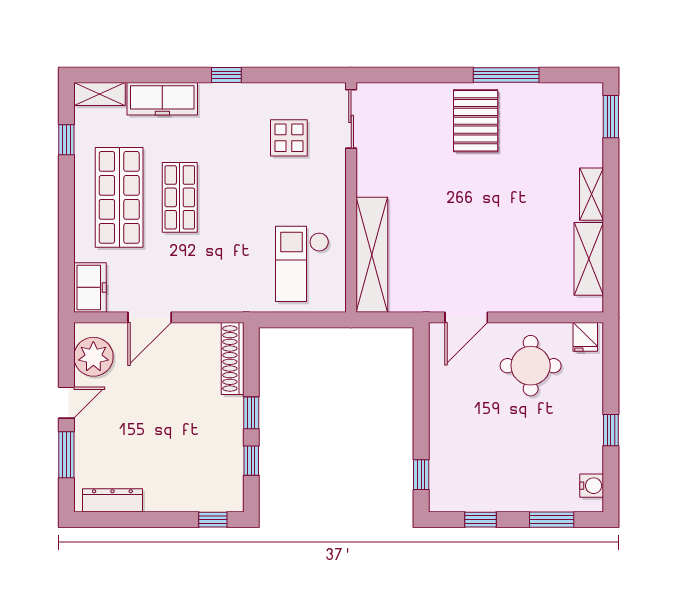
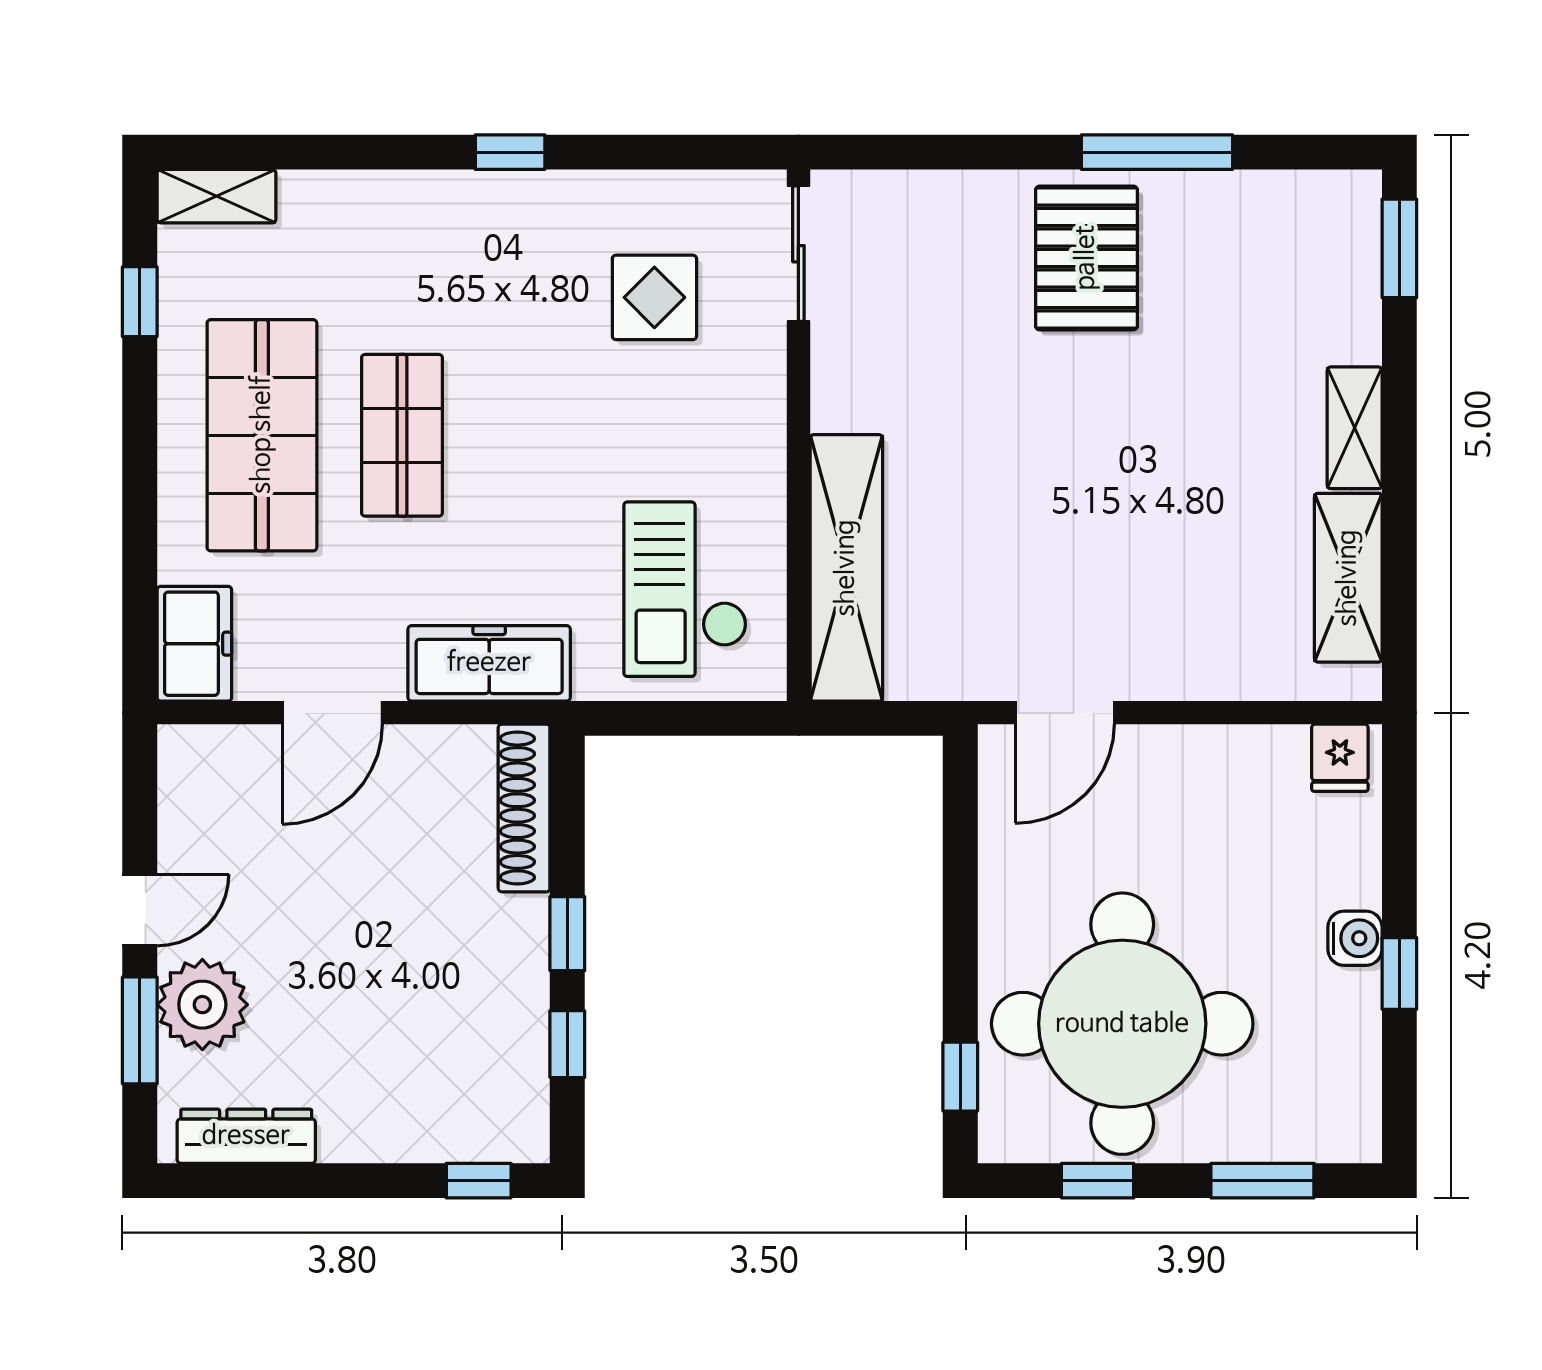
freezer: (162, 99) -> (489, 663), moved, turned 180
plant: (93, 357) -> (202, 1005), moved
round table: (531, 366) -> (1122, 1024), moved, width x1.86, depth x1.86
water cooler: (592, 486) -> (1355, 938), moved

